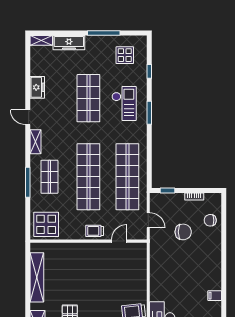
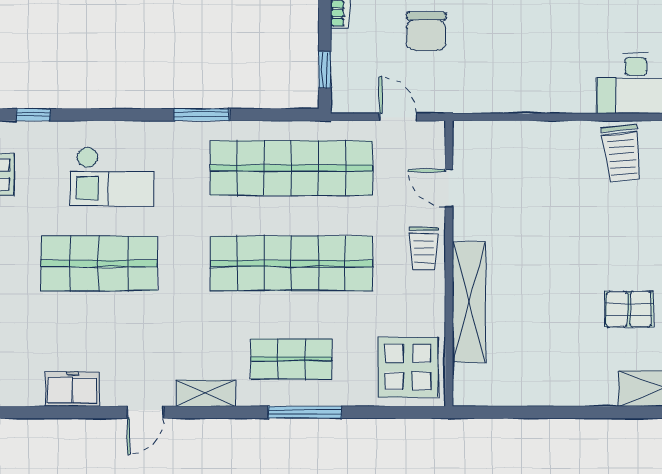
checkout: (124, 103) -> (112, 176), turned 180
window: (149, 113) -> (201, 115), moved
door: (148, 220) -> (398, 117), hinge flipped
chair: (183, 232) -> (426, 32), turned 180
shelving: (37, 277) -> (469, 302), moved, turned 90

